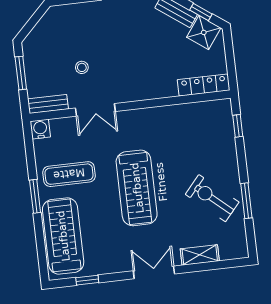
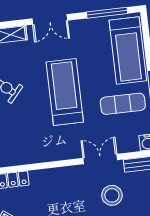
stool: (82, 67) -> (112, 195), width x1.89, depth x1.89
window: (87, 280) -> (107, 13), width x2.17

